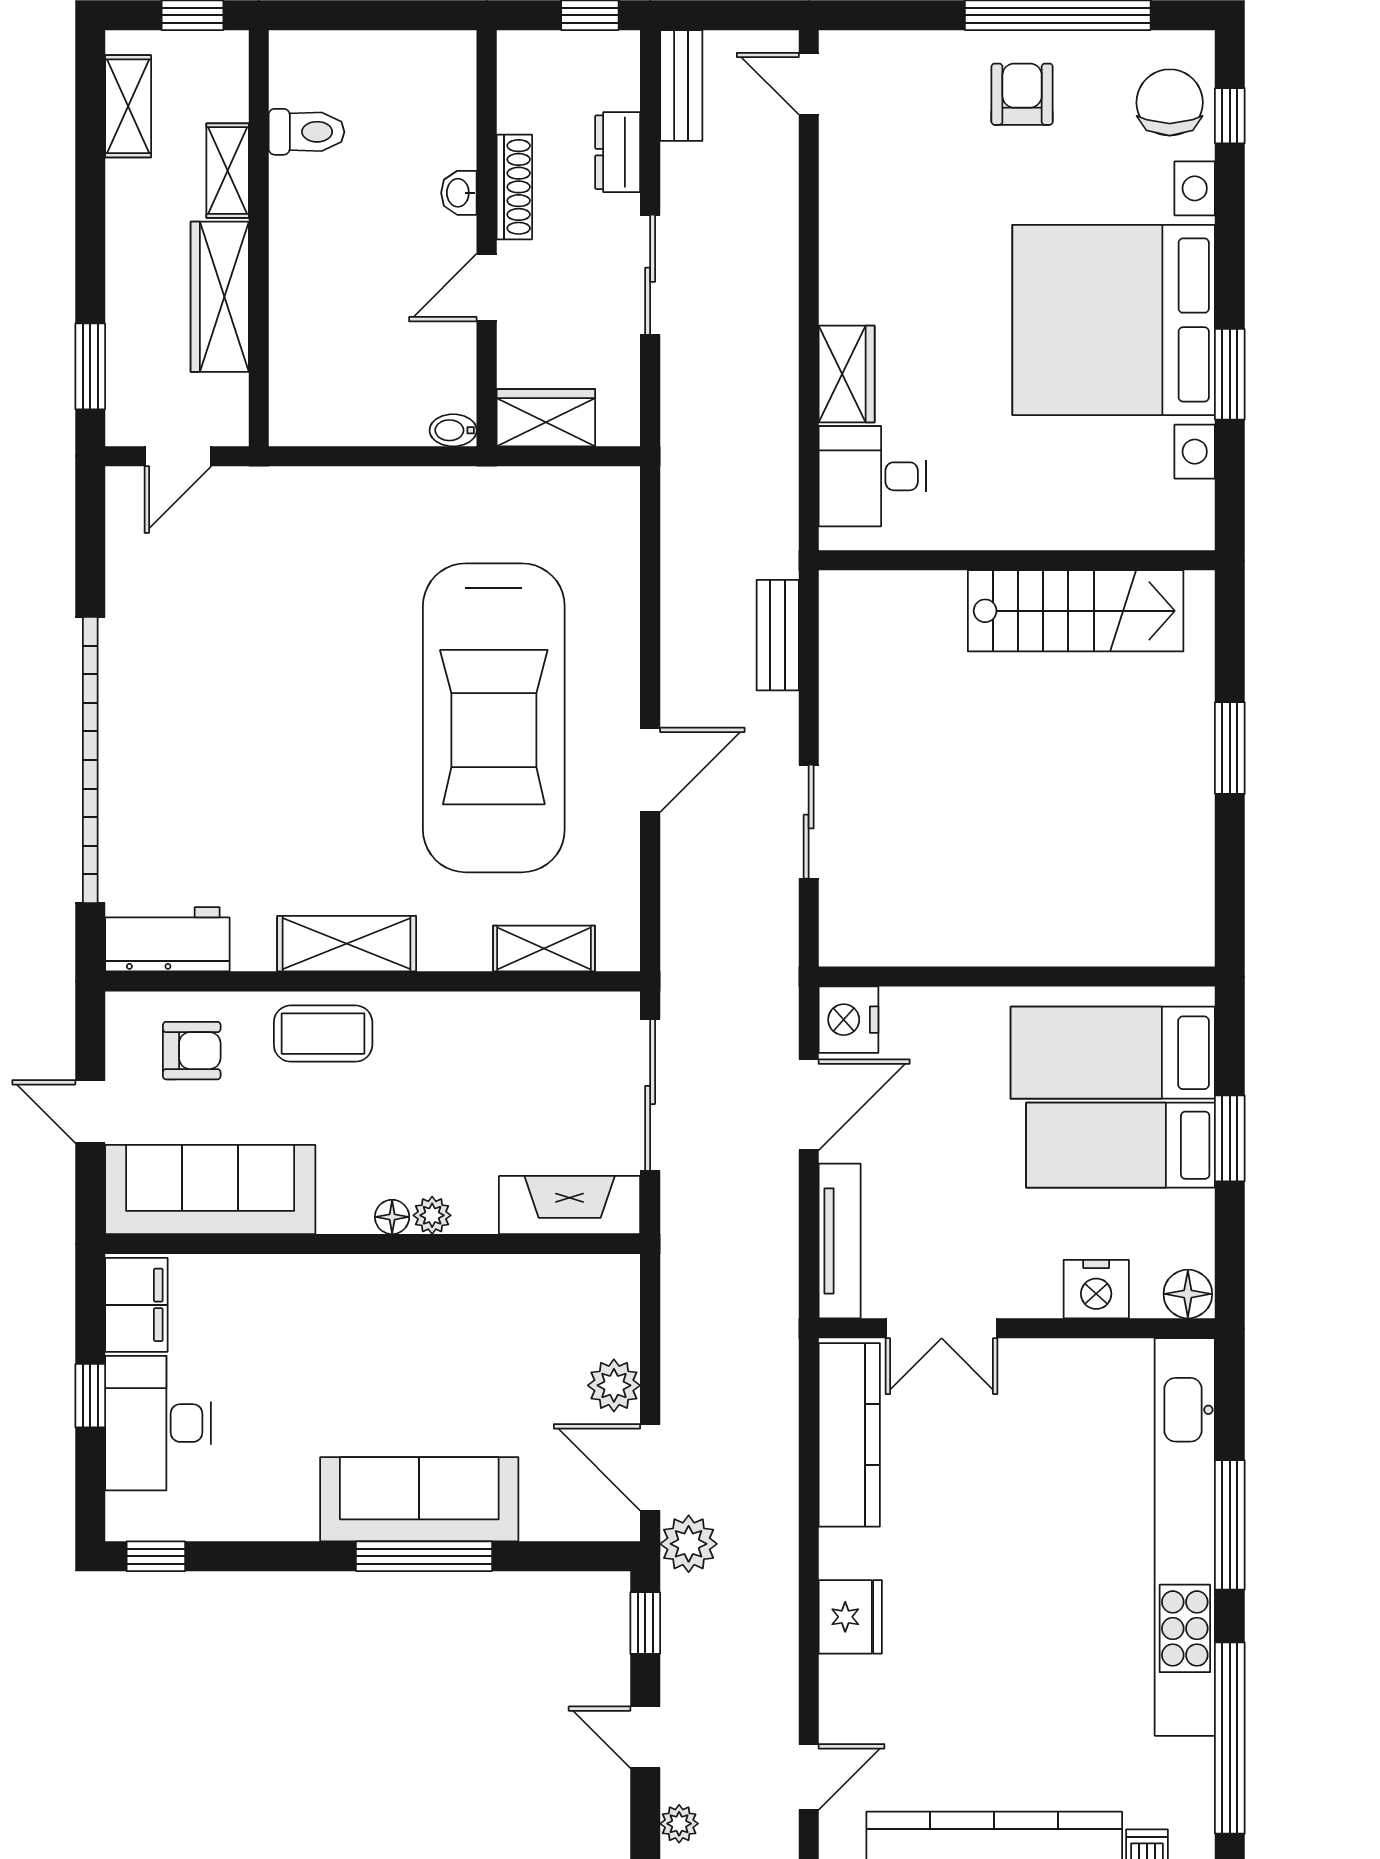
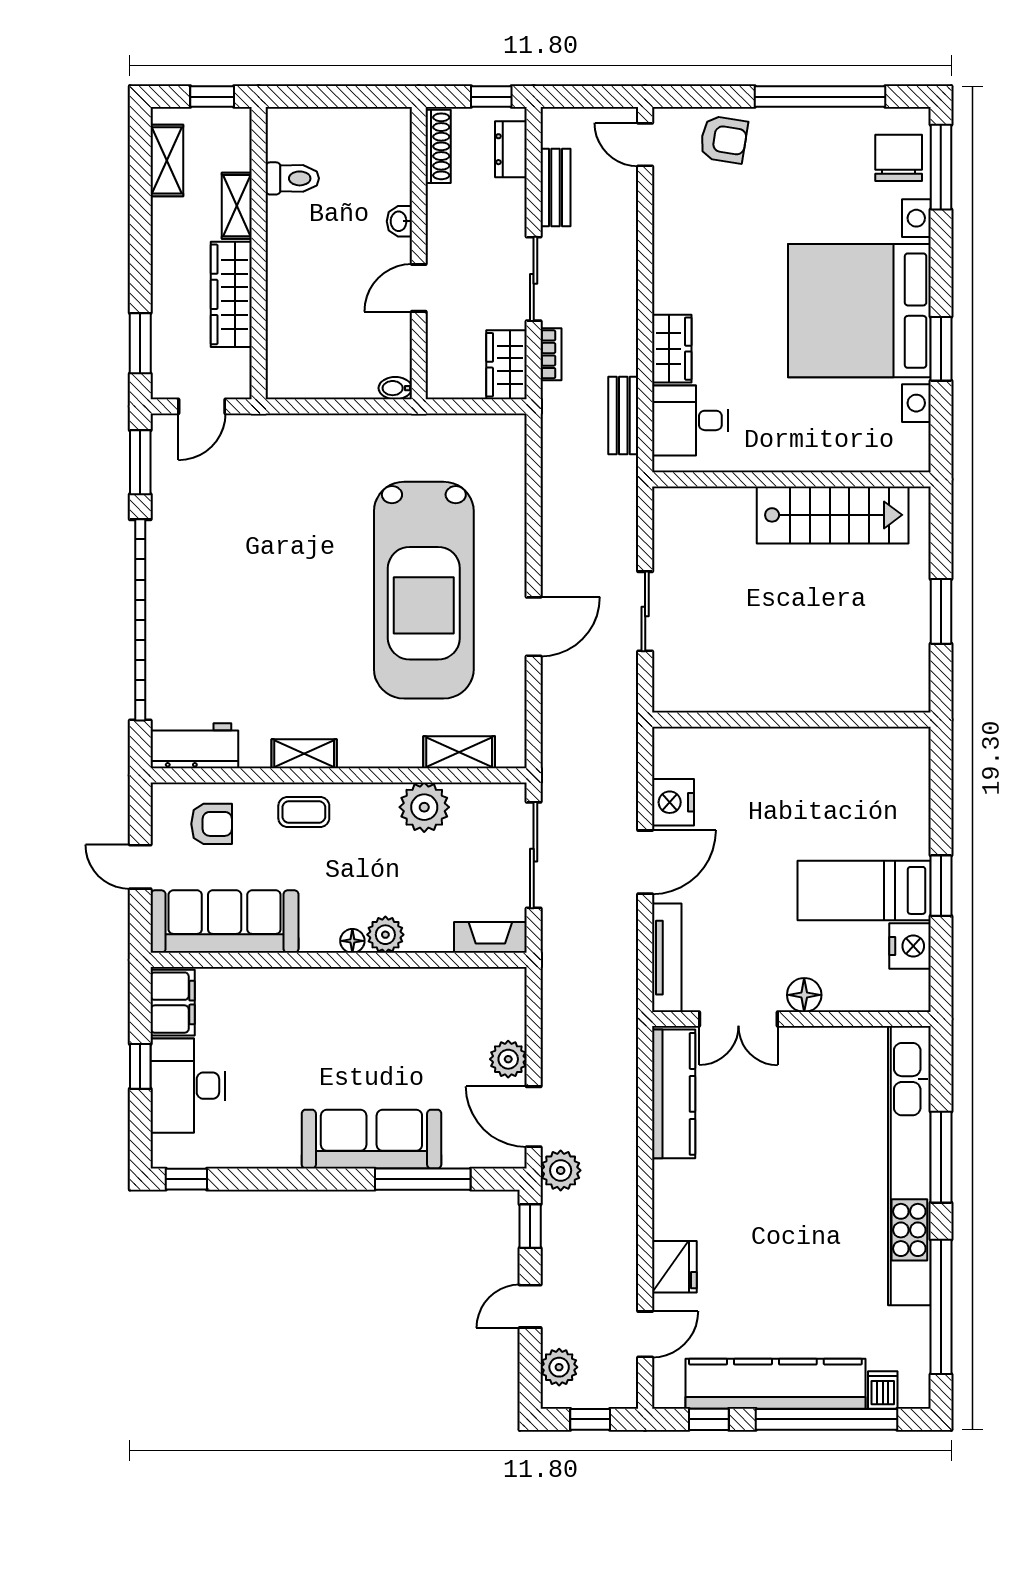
bench: (681, 86) -> (555, 187), moved
armchair: (1022, 94) -> (724, 139), moved, turned 99
window: (1230, 116) -> (941, 167), width x2.17
dresser: (618, 152) -> (511, 149), moved
shoe rack: (514, 187) -> (438, 146), moved
bookcase: (675, 382) -> (551, 354), added
wardrobe: (546, 418) -> (507, 365), moved, turned -90
window: (90, 536) -> (140, 462), added
bench: (778, 635) -> (623, 416), moved
sliding door: (809, 822) -> (645, 611), moved
shelving: (347, 944) -> (304, 754), width x0.67, depth x0.75
wall: (1017, 976) -> (791, 720), moved
plant: (494, 1027) -> (424, 807), added
coffee table: (323, 1034) -> (304, 812), width x0.73, depth x0.77
bed: (1113, 1053) -> (859, 825), removed
fireplace: (570, 1205) -> (490, 937), width x0.73, depth x0.76
plant: (432, 1215) -> (385, 935), width x1.38, depth x1.38
nightstand: (1096, 1289) -> (910, 946), moved, turned -90
floor lamp: (1188, 1294) -> (804, 995), moved
window: (424, 1556) -> (423, 1179), moved
fridge: (850, 1617) -> (674, 1267), moved
door: (645, 1737) -> (530, 1306), hinge flipped
plant: (679, 1824) -> (559, 1367), width x1.38, depth x1.38

